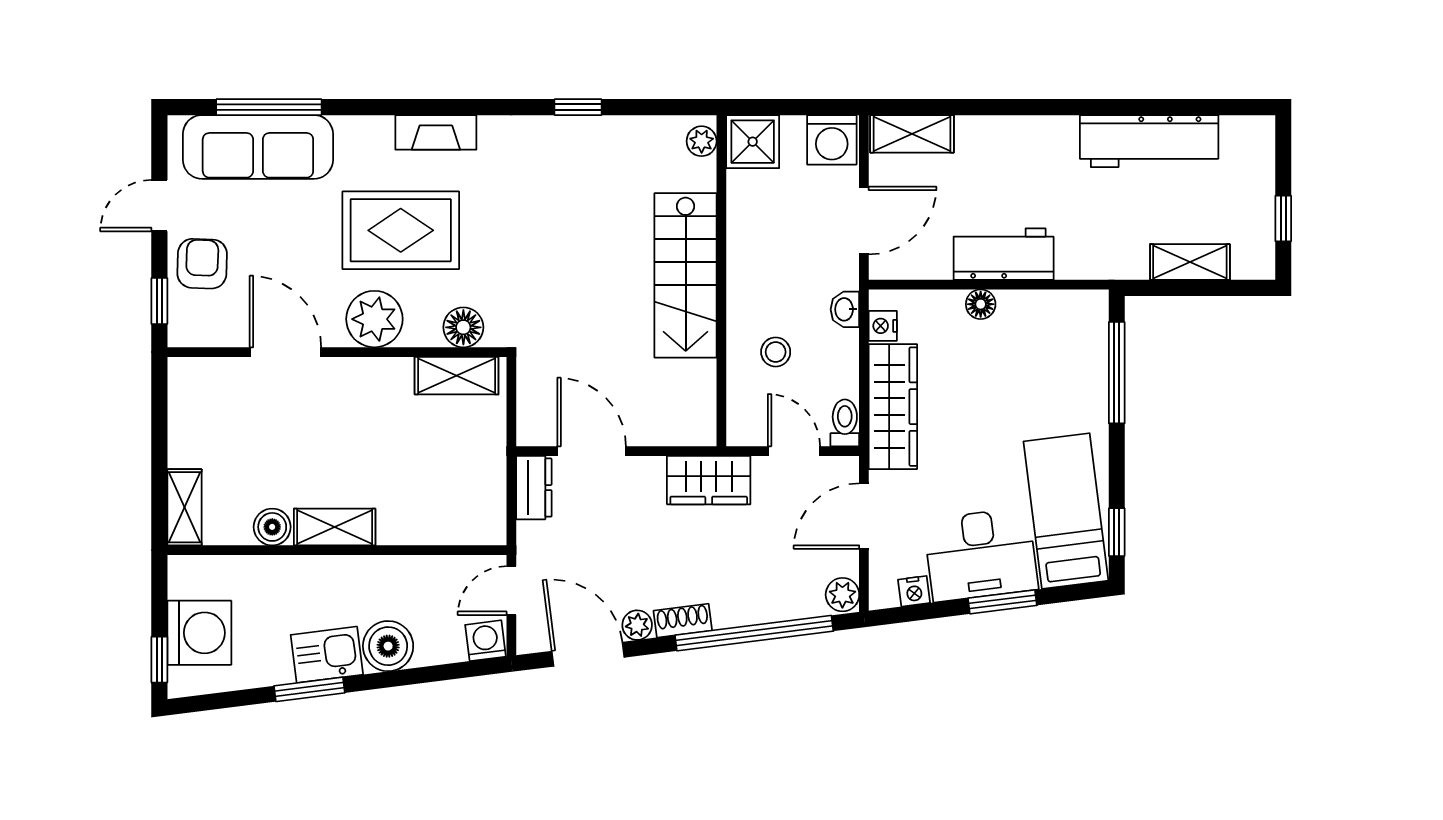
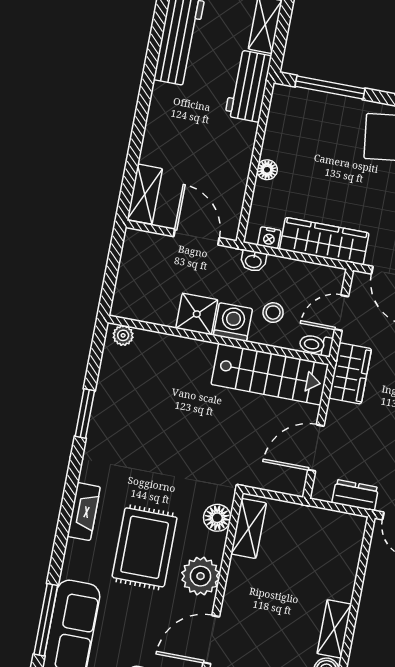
window: (578, 107) -> (85, 414), width x1.50
washing machine: (832, 140) -> (233, 322), moved, turned -90
shower: (753, 142) -> (197, 314), moved
workbench: (1004, 254) -> (248, 86), moved
stairs: (686, 275) -> (270, 374), moved
toilet: (845, 423) -> (316, 345), moved
dresser: (534, 488) -> (355, 495), moved

